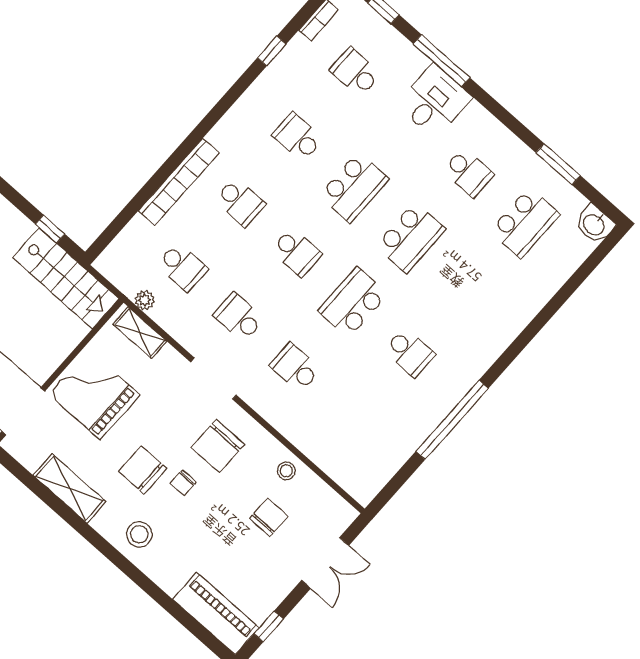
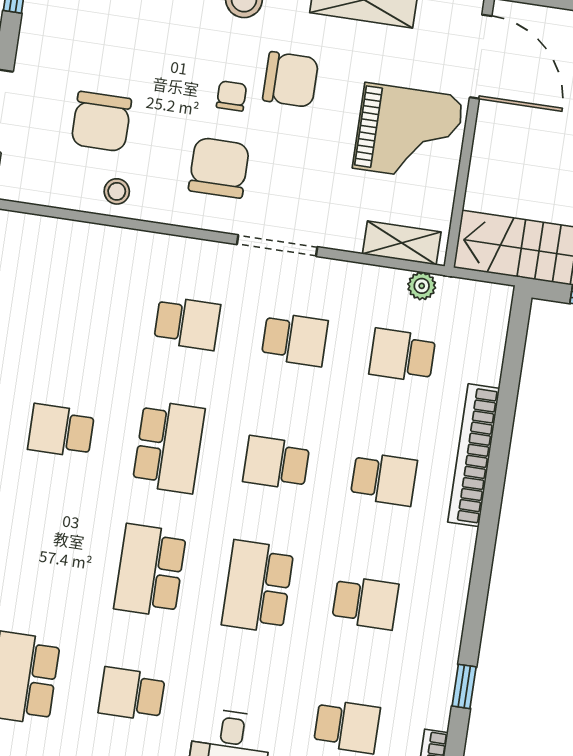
school desk: (240, 202) -> (384, 479), turned 180
chair: (269, 517) -> (101, 122), width x1.37, depth x1.37

